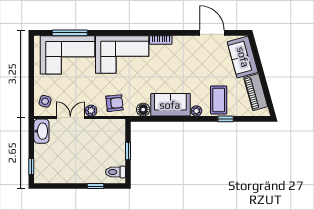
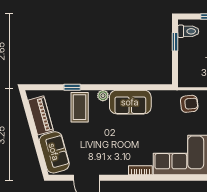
armchair: (115, 103) -> (189, 104), turned 180
floor lamp: (143, 110) -> (159, 97), removed
window: (128, 151) -> (175, 42), moved

